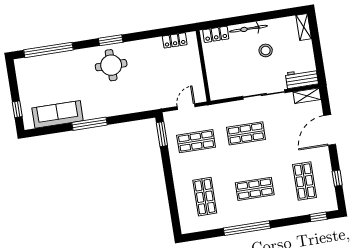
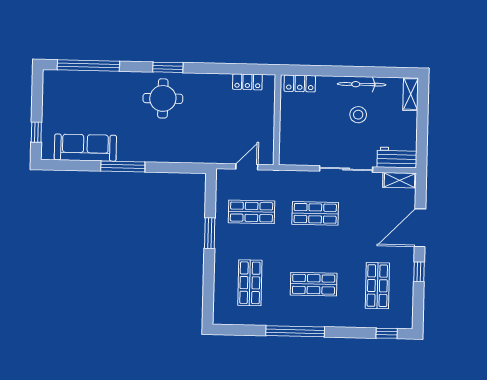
bicycle: (249, 29) -> (362, 84), moved
window: (162, 134) -> (210, 233), moved
window: (337, 178) -> (419, 272), moved

